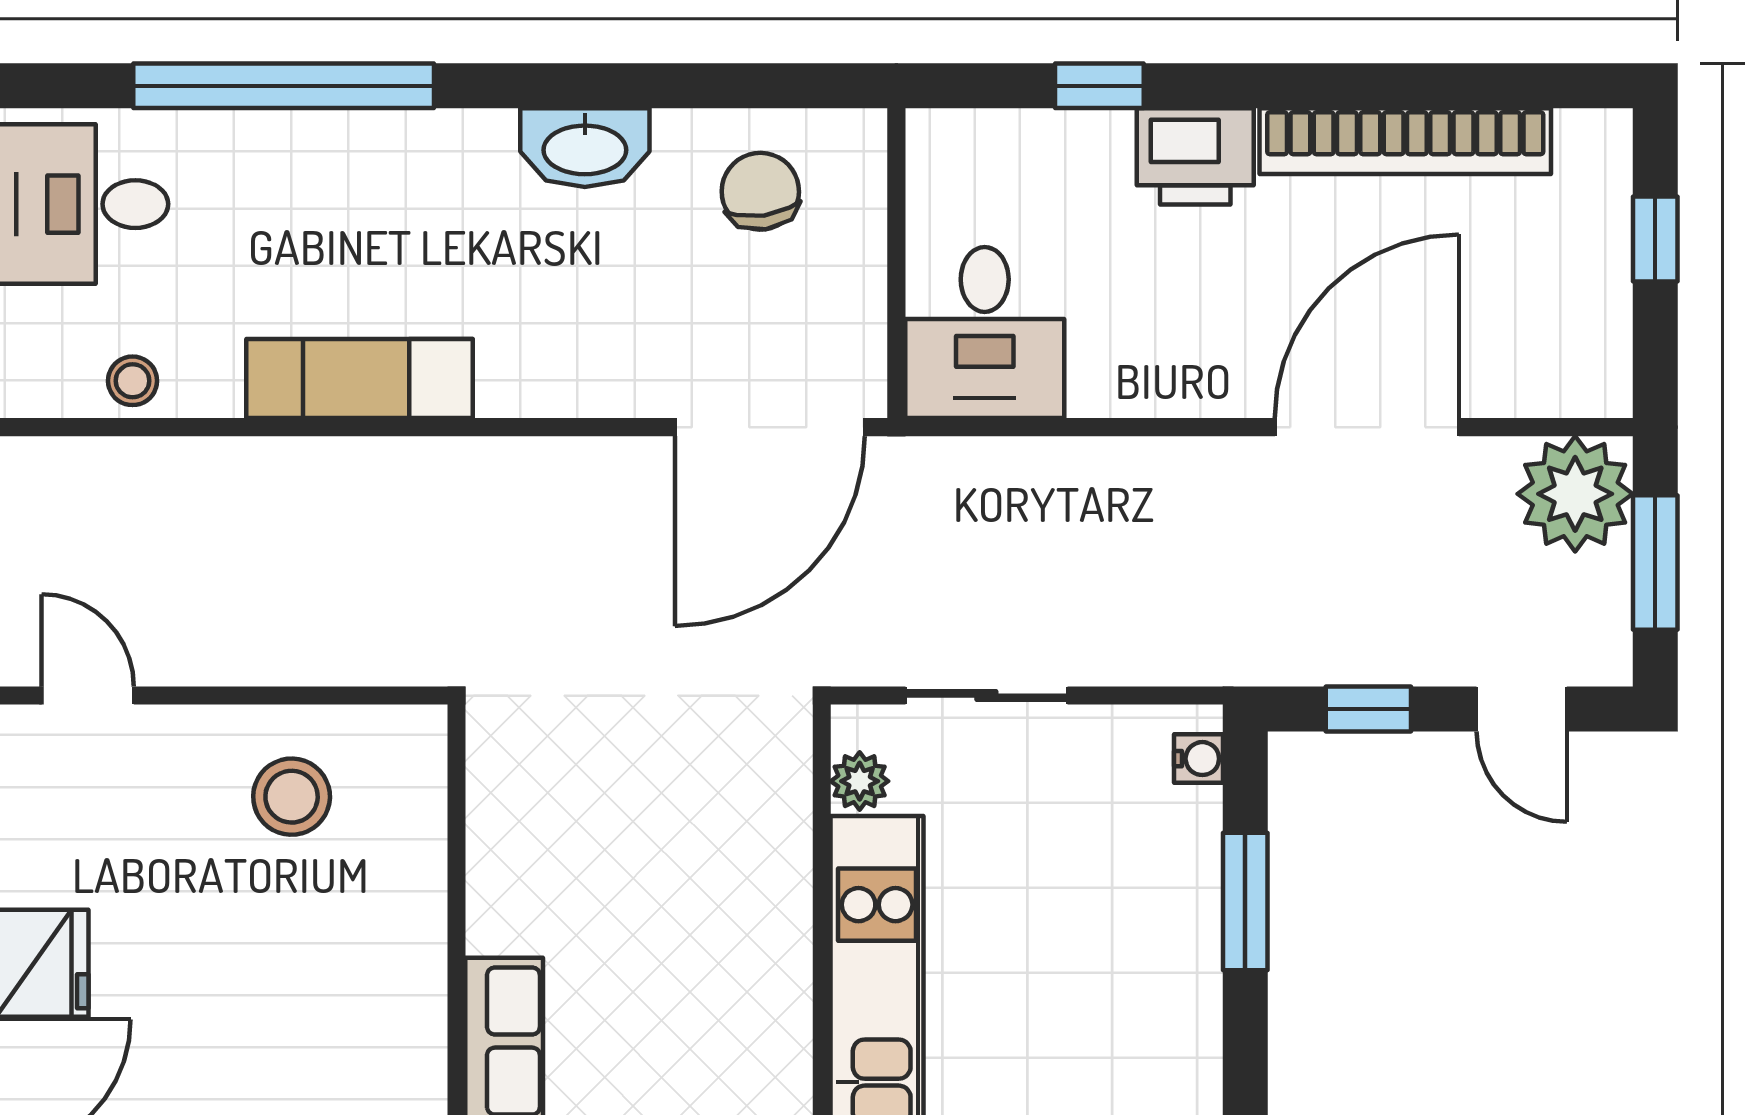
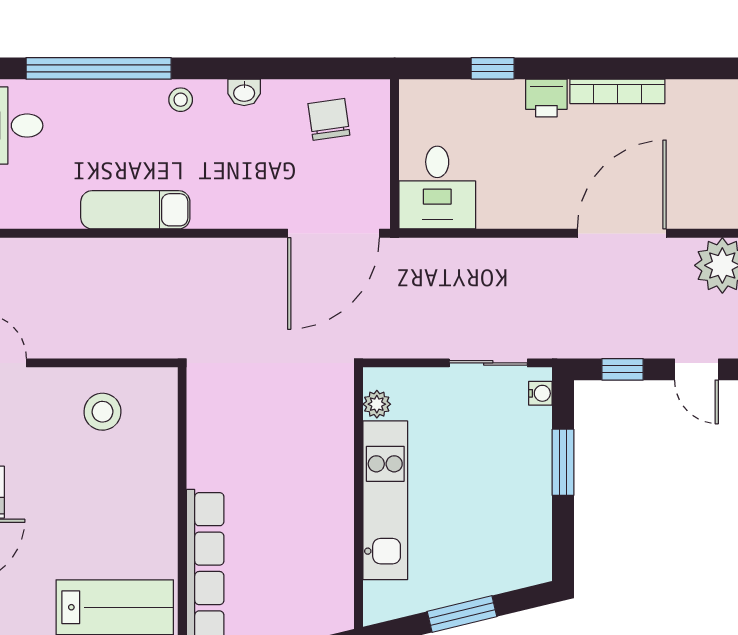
bookcase: (1405, 141) -> (617, 91), width x0.68, depth x0.76
washbasin: (585, 148) -> (244, 92), width x0.52, depth x0.69
printer: (1195, 156) -> (546, 98), width x0.73, depth x0.81
stool: (133, 381) -> (181, 100), moved
sliding door: (986, 696) -> (488, 363), moved

